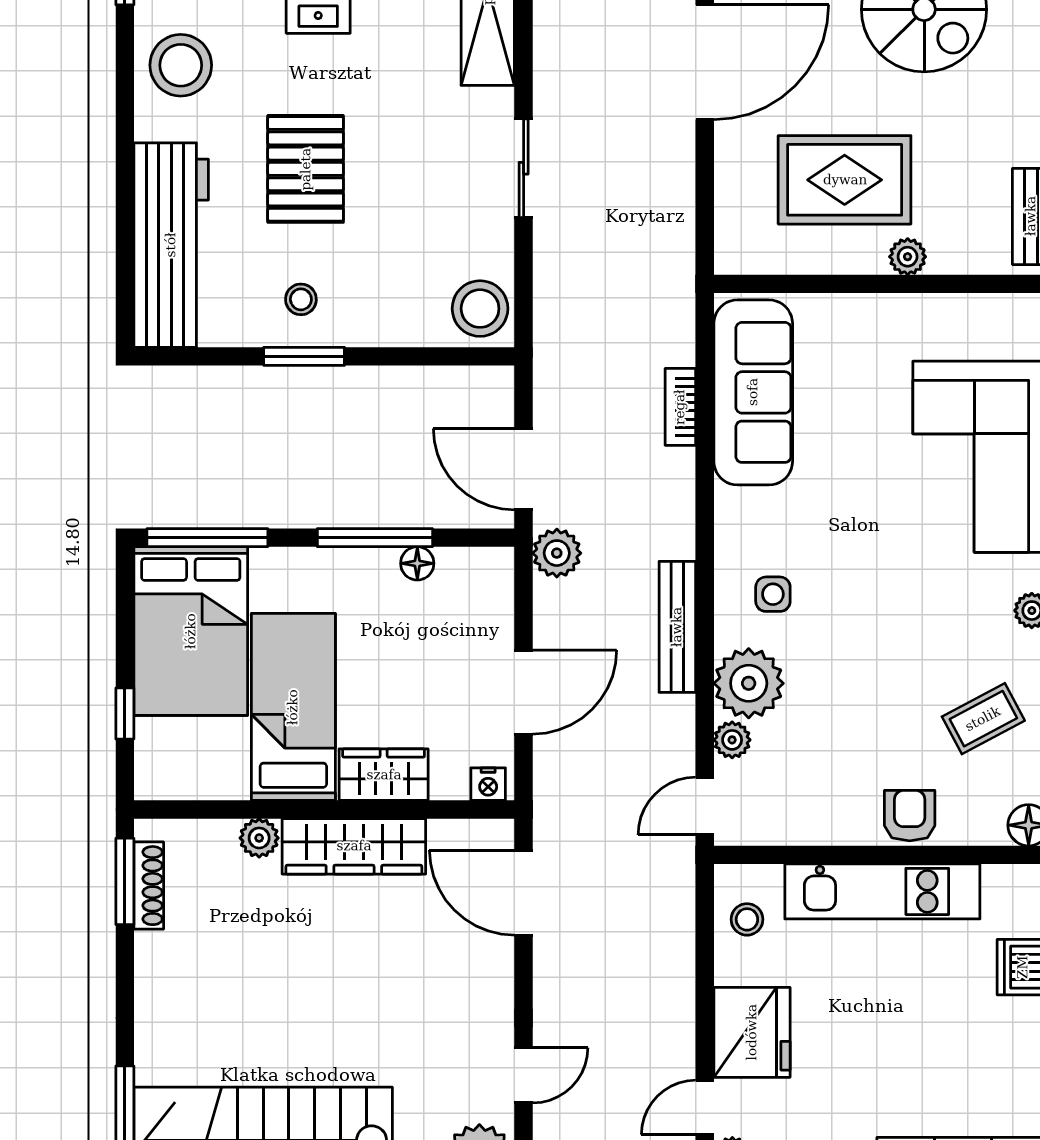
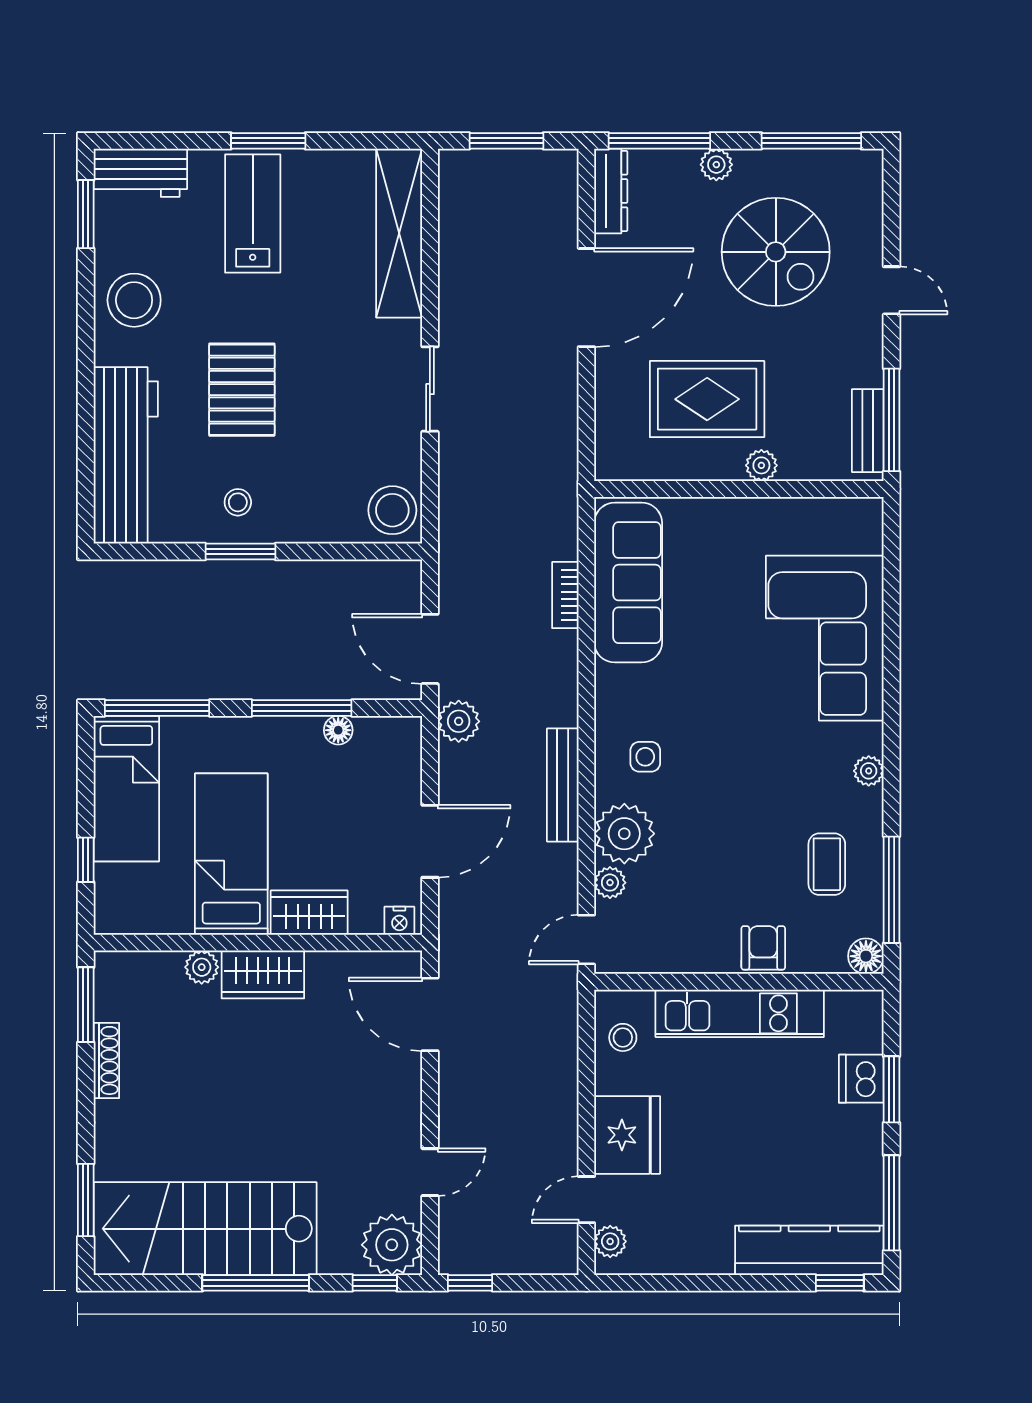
bed: (191, 631) -> (126, 789), width x0.67
coffee table: (983, 719) -> (827, 864), turned -62
wardrobe: (354, 846) -> (263, 974), width x0.67
shoe rack: (149, 886) -> (106, 1060), moved

